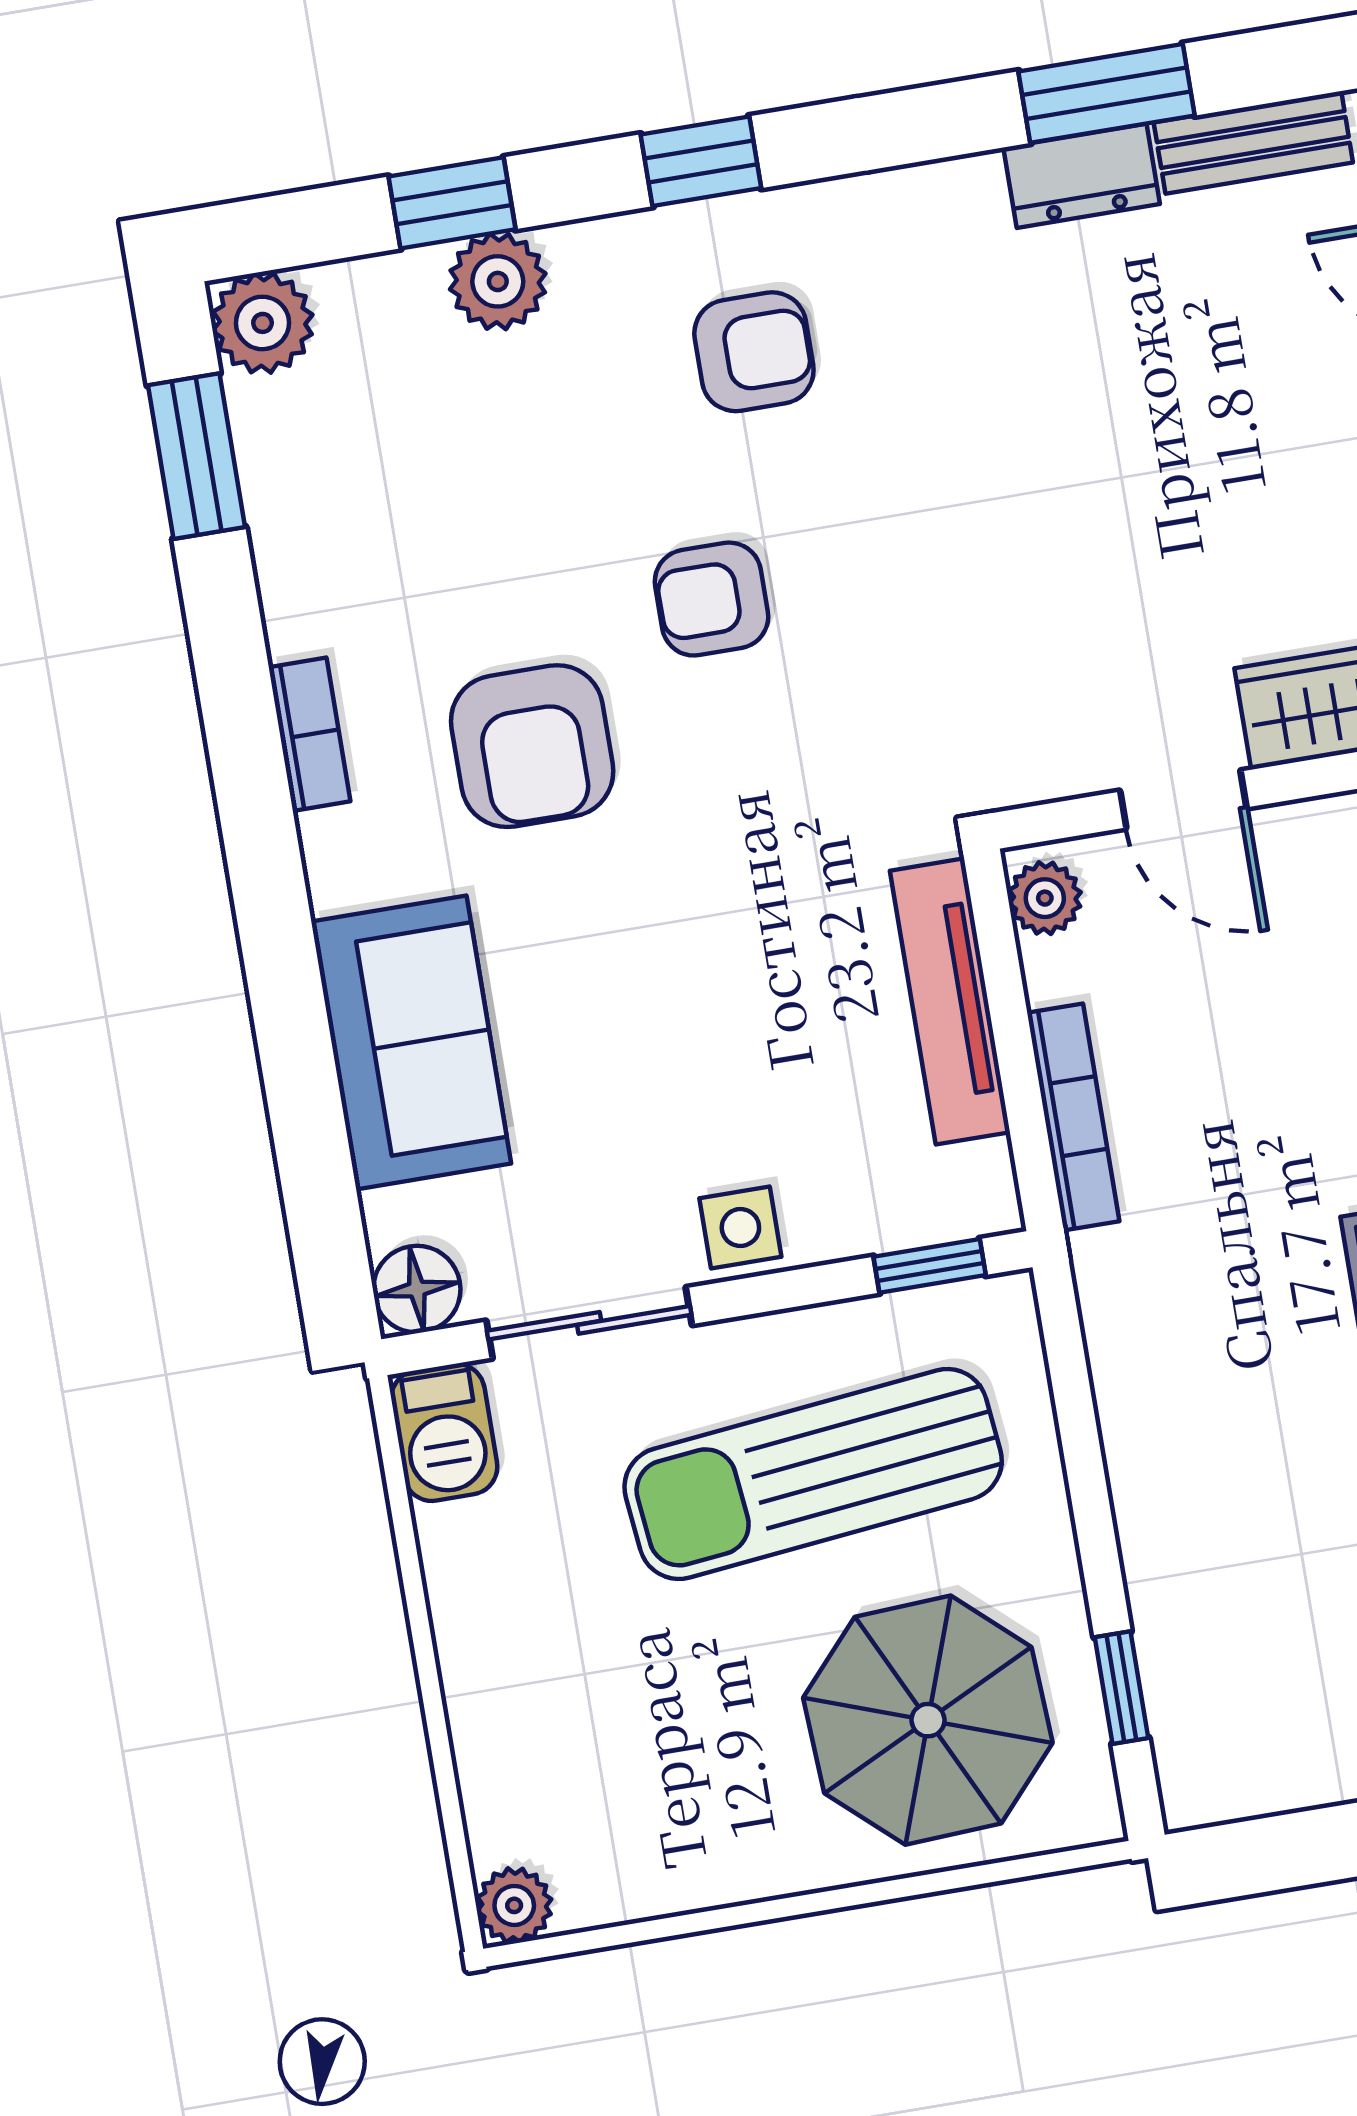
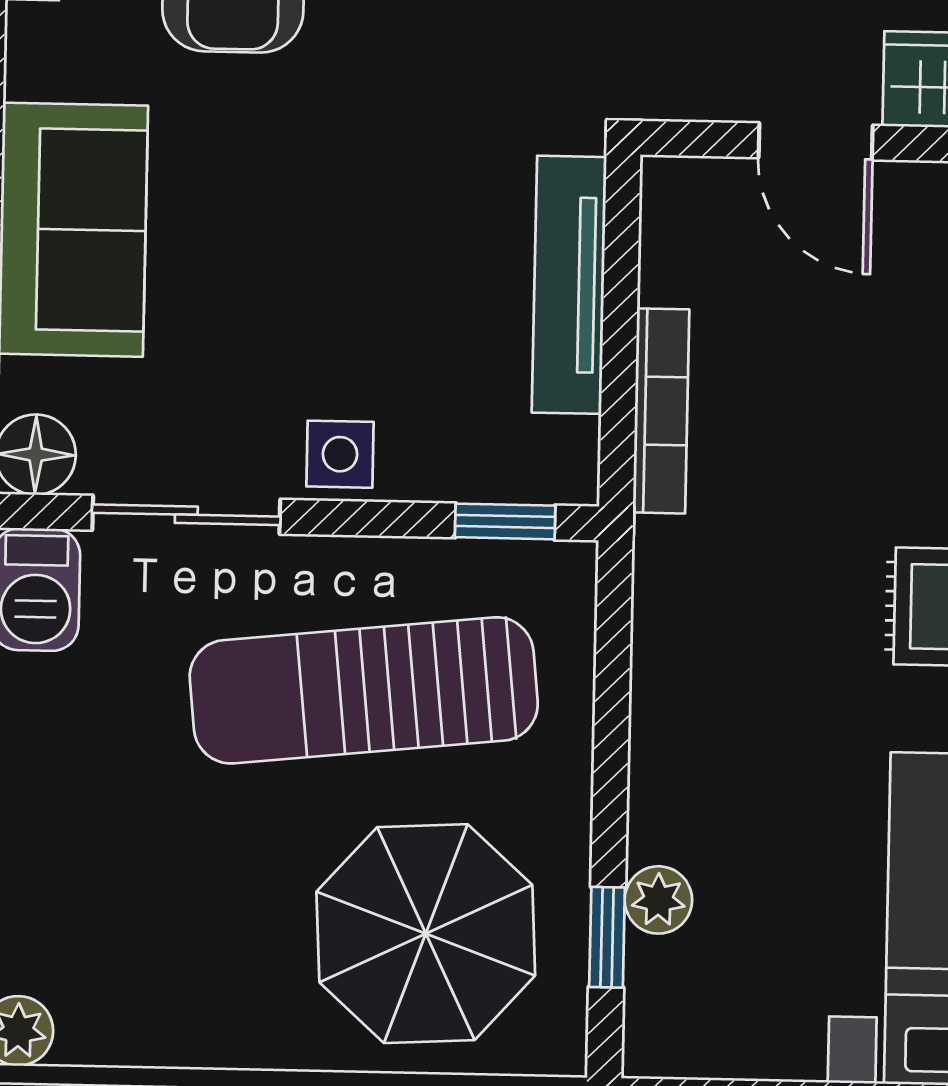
plant: (1045, 898) -> (658, 900), moved

